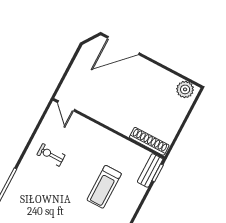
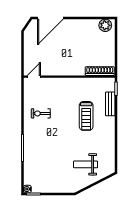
door: (66, 106) -> (34, 77), swing flipped
bench: (150, 170) -> (110, 104), moved

